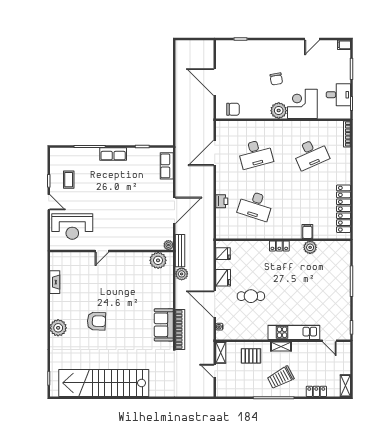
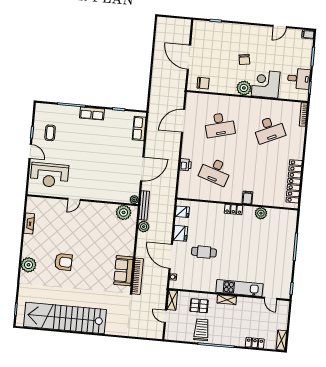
filing cabinet: (307, 231) -> (247, 198), moved
trolley: (281, 377) -> (201, 330), moved, turned 118

